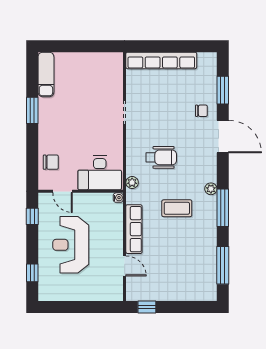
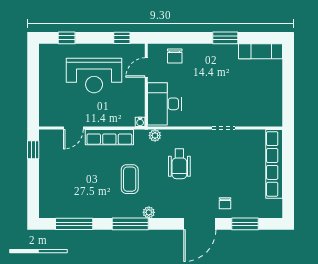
reception desk: (71, 245) -> (94, 75), turned 180

